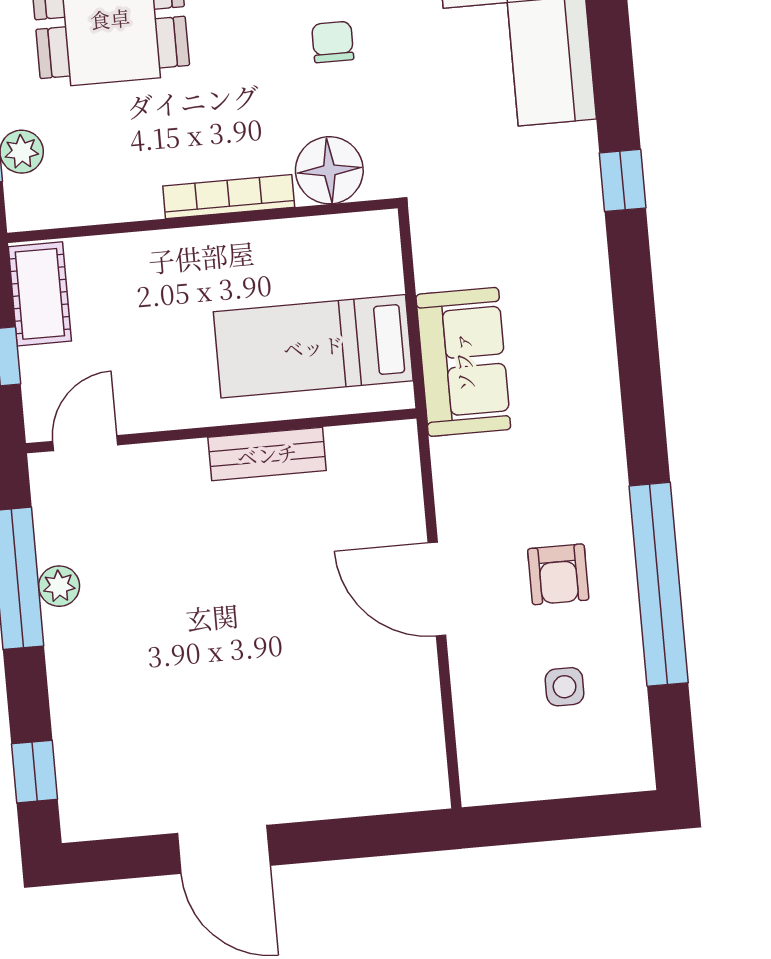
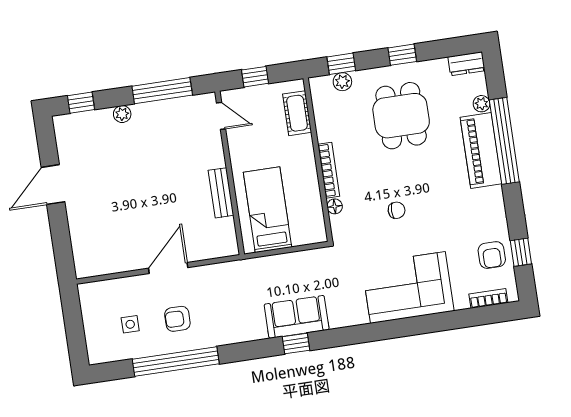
floor lamp: (329, 170) -> (335, 206), width x0.53, depth x0.53
window: (623, 180) -> (296, 343), moved
cot: (40, 294) -> (297, 113), moved, turned 90
sofa: (463, 362) -> (297, 317), moved, turned 180
plant: (59, 586) -> (122, 114), moved

